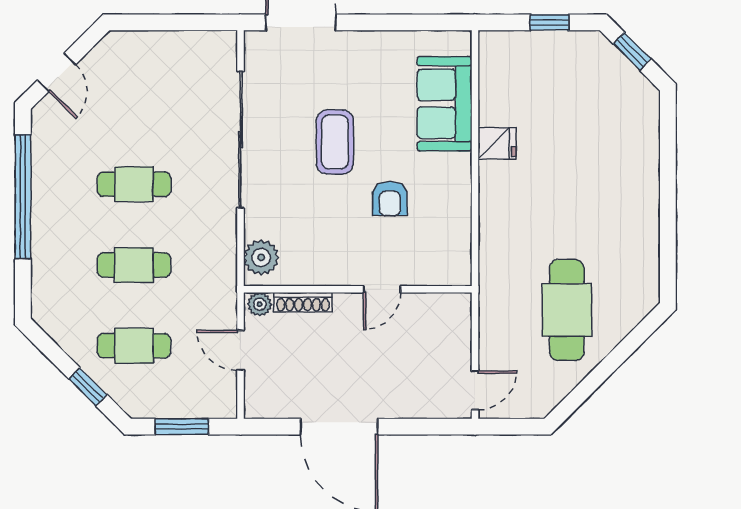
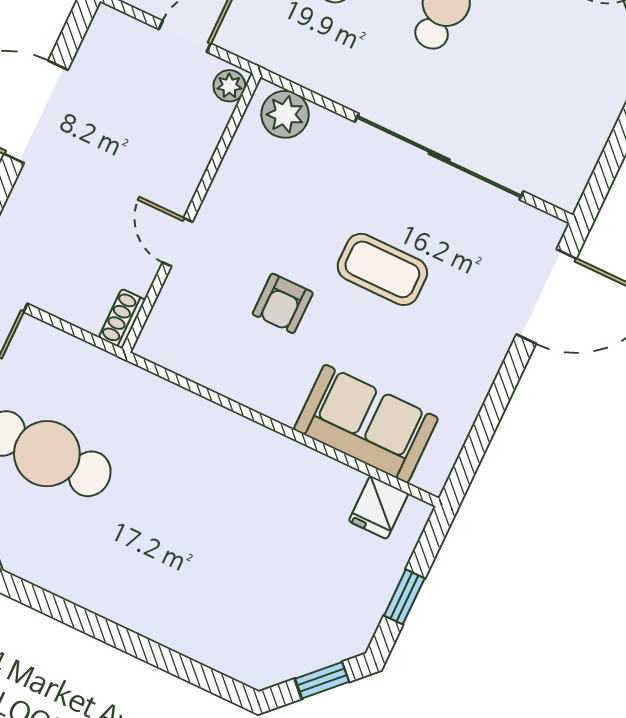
fridge: (497, 143) -> (379, 507), moved
armchair: (390, 199) -> (283, 303), turned -90
shoe rack: (303, 302) -> (122, 319), moved, width x0.70

